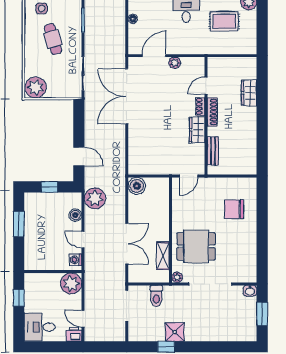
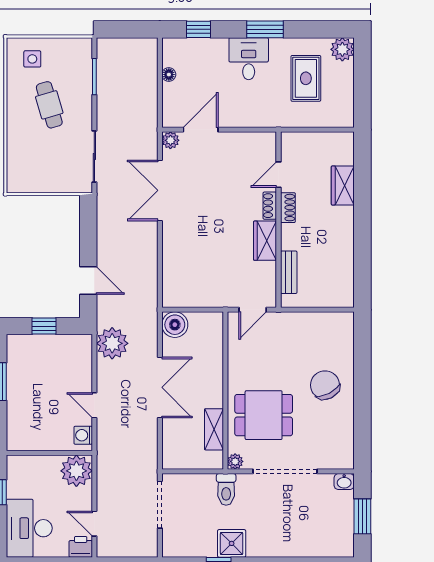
rug: (224, 21) -> (306, 78), turned 90
plant: (175, 63) -> (170, 140), moved
plant: (36, 87) -> (23, 177), removed
double door: (127, 96) -> (160, 190), width x0.73
shoe rack: (212, 112) -> (288, 208), width x0.70
chair: (234, 209) -> (325, 385), moved, turned 63
boiler: (75, 215) -> (83, 368), removed
double door: (127, 244) -> (160, 387), moved
toilet: (156, 296) -> (226, 489), moved
desk: (40, 327) -> (29, 528), width x1.37

